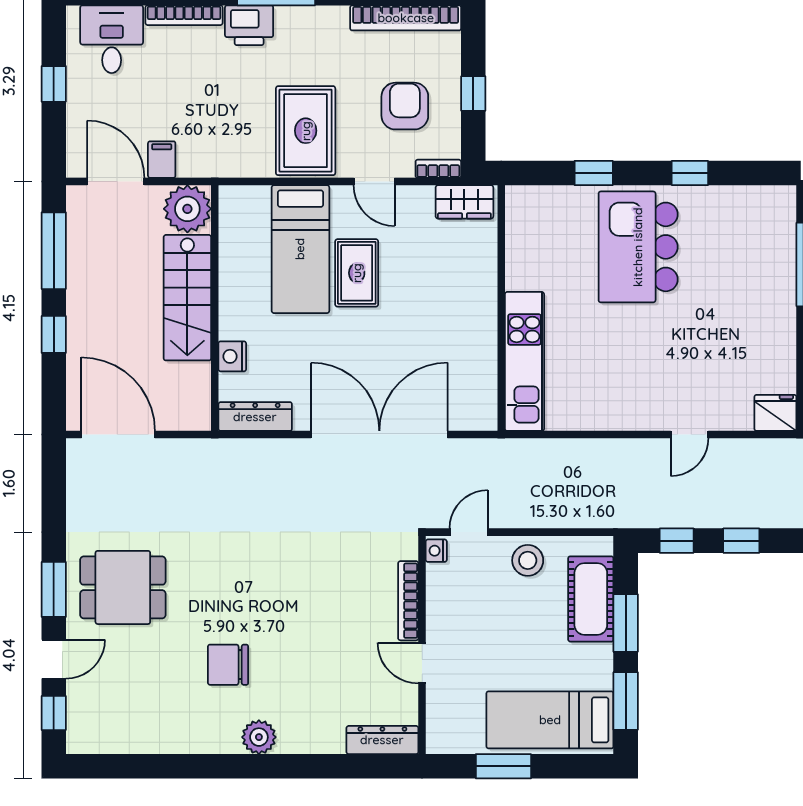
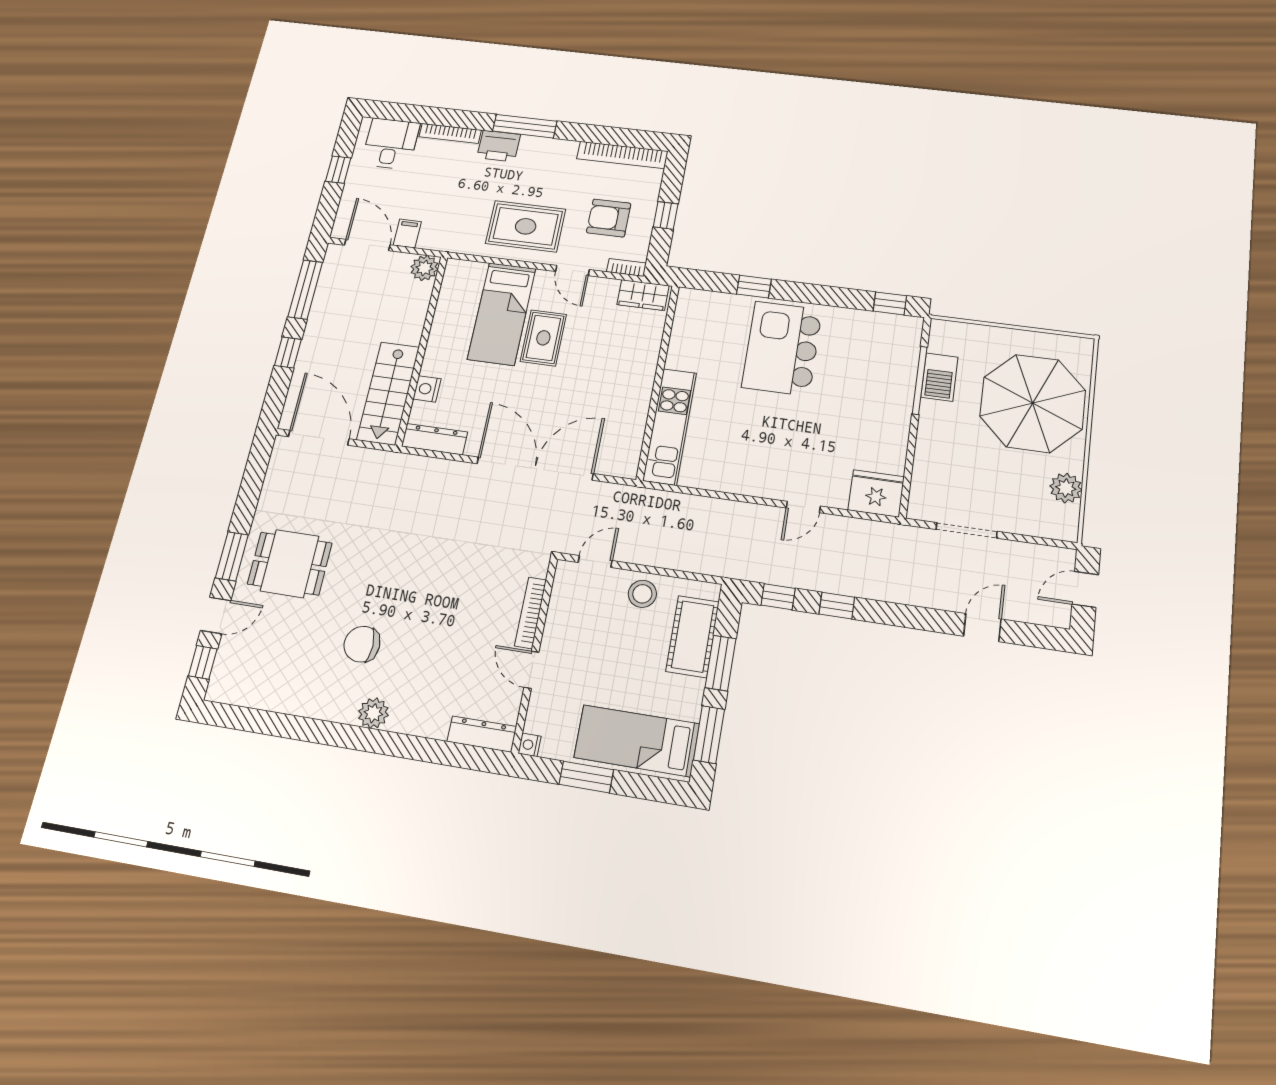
armchair: (405, 106) -> (609, 218), turned -90
rug: (306, 131) -> (526, 226), turned 90
window: (690, 173) -> (890, 303), moved
plant: (187, 209) -> (424, 268), width x0.73, depth x0.73
stairs: (187, 298) -> (388, 393), moved
fridge: (775, 413) -> (876, 493), width x1.36, depth x1.34
nightstand: (436, 551) -> (530, 745), moved

